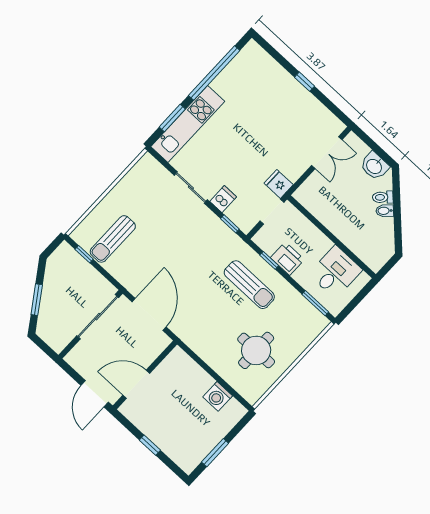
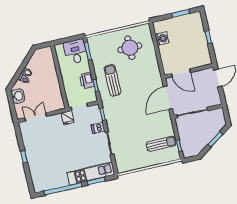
desk: (335, 272) -> (76, 52), moved, turned 90
door: (136, 384) -> (181, 73), moved

